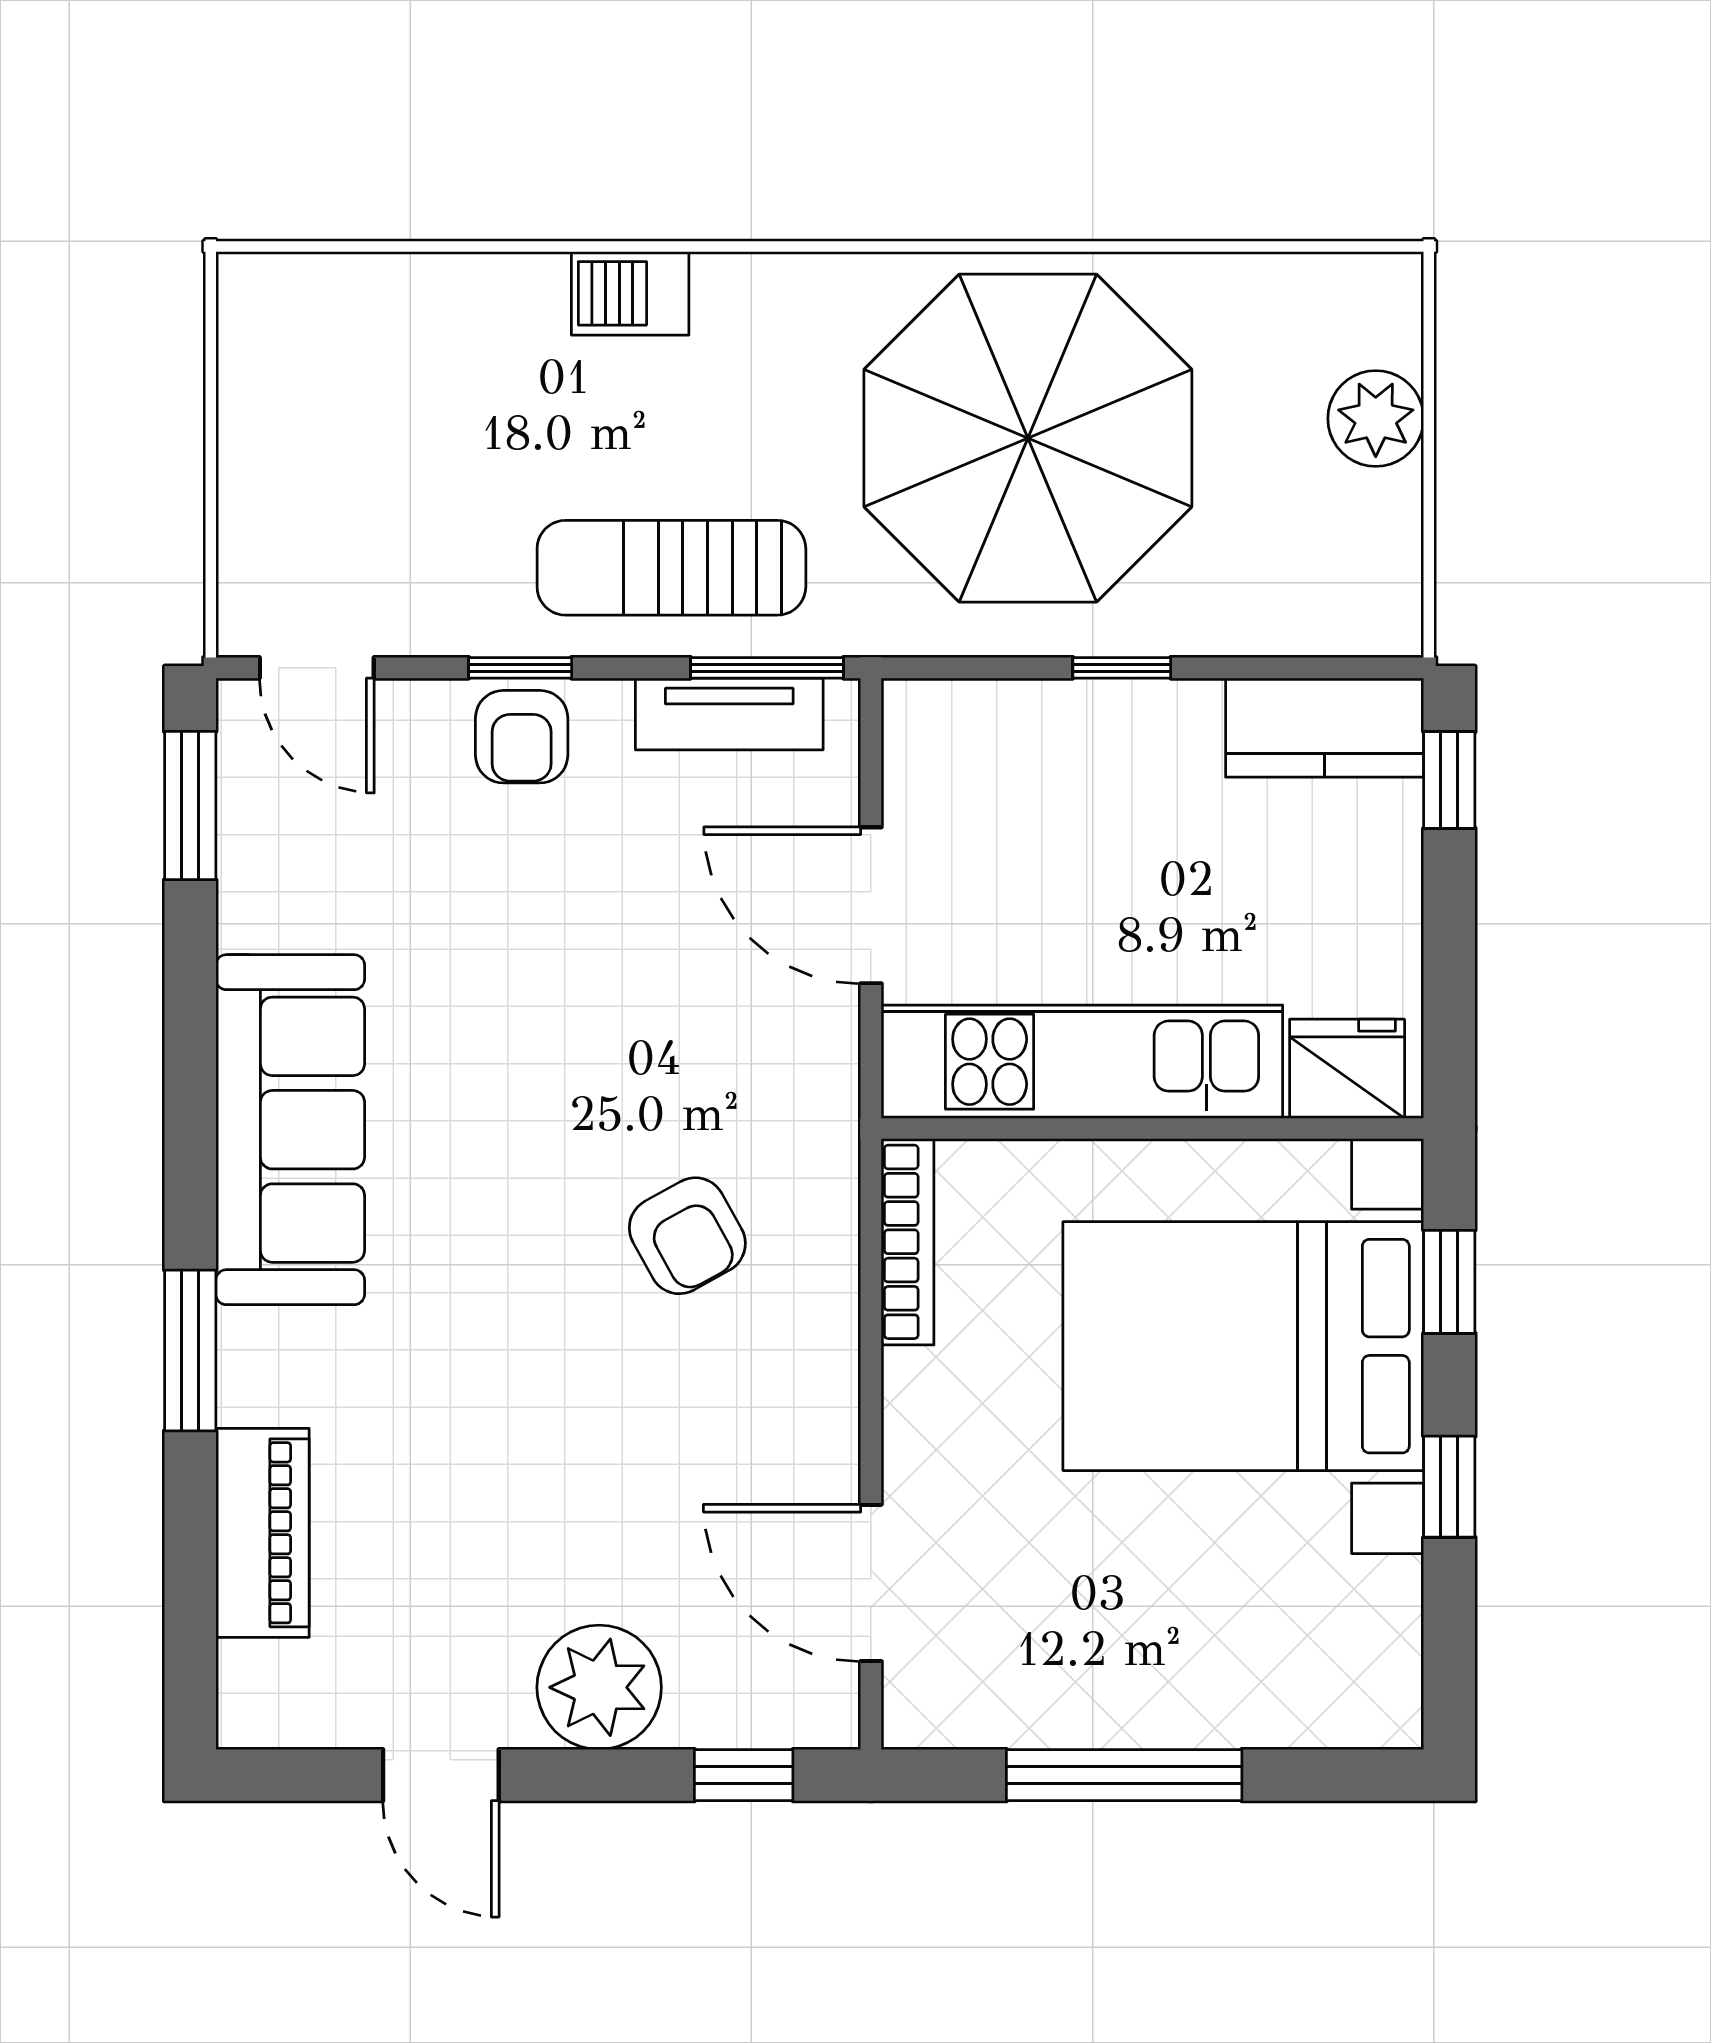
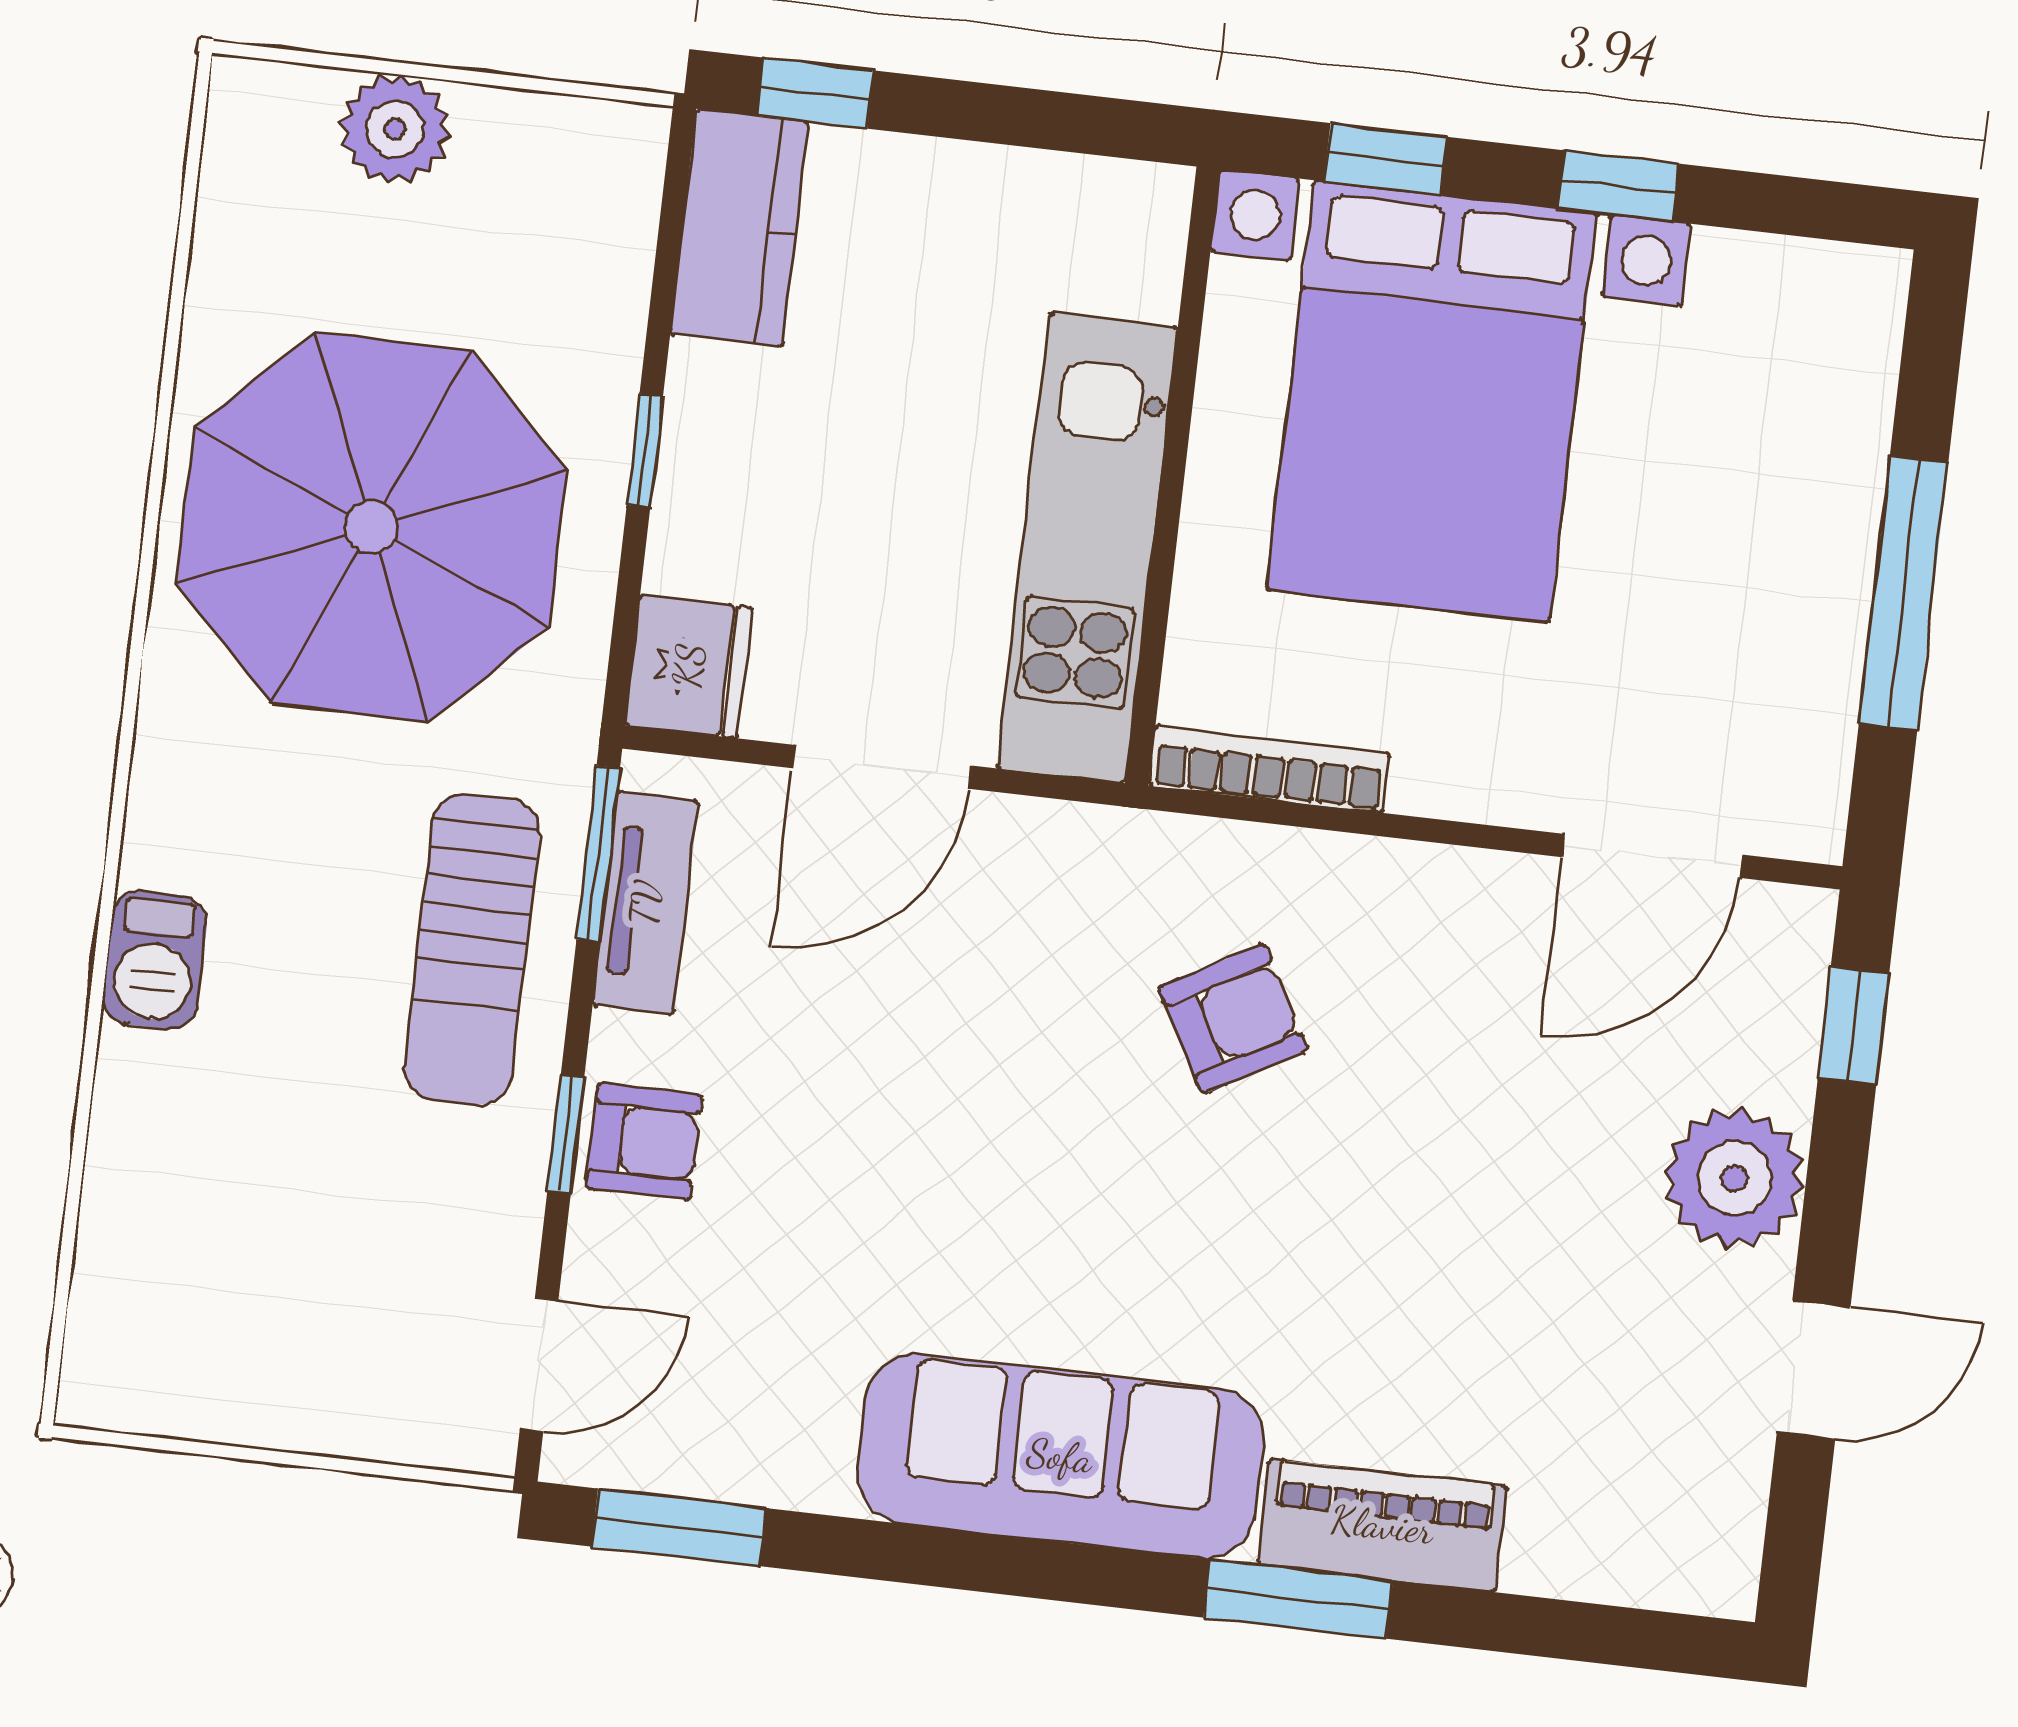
fridge: (1347, 1069) -> (689, 666), moved, turned 180
piano: (262, 1533) -> (1382, 1525), moved

